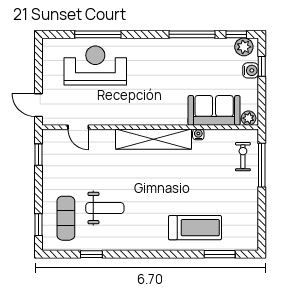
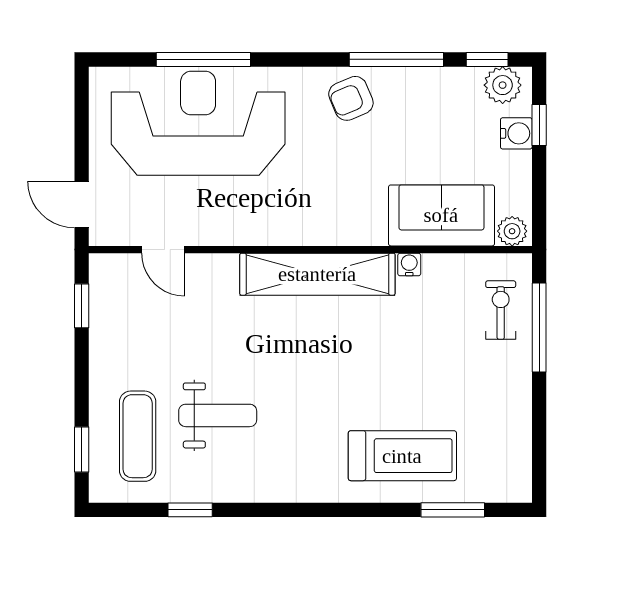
armchair: (170, 53) -> (351, 98), added
reception desk: (95, 65) -> (198, 123), width x1.36, depth x1.30

